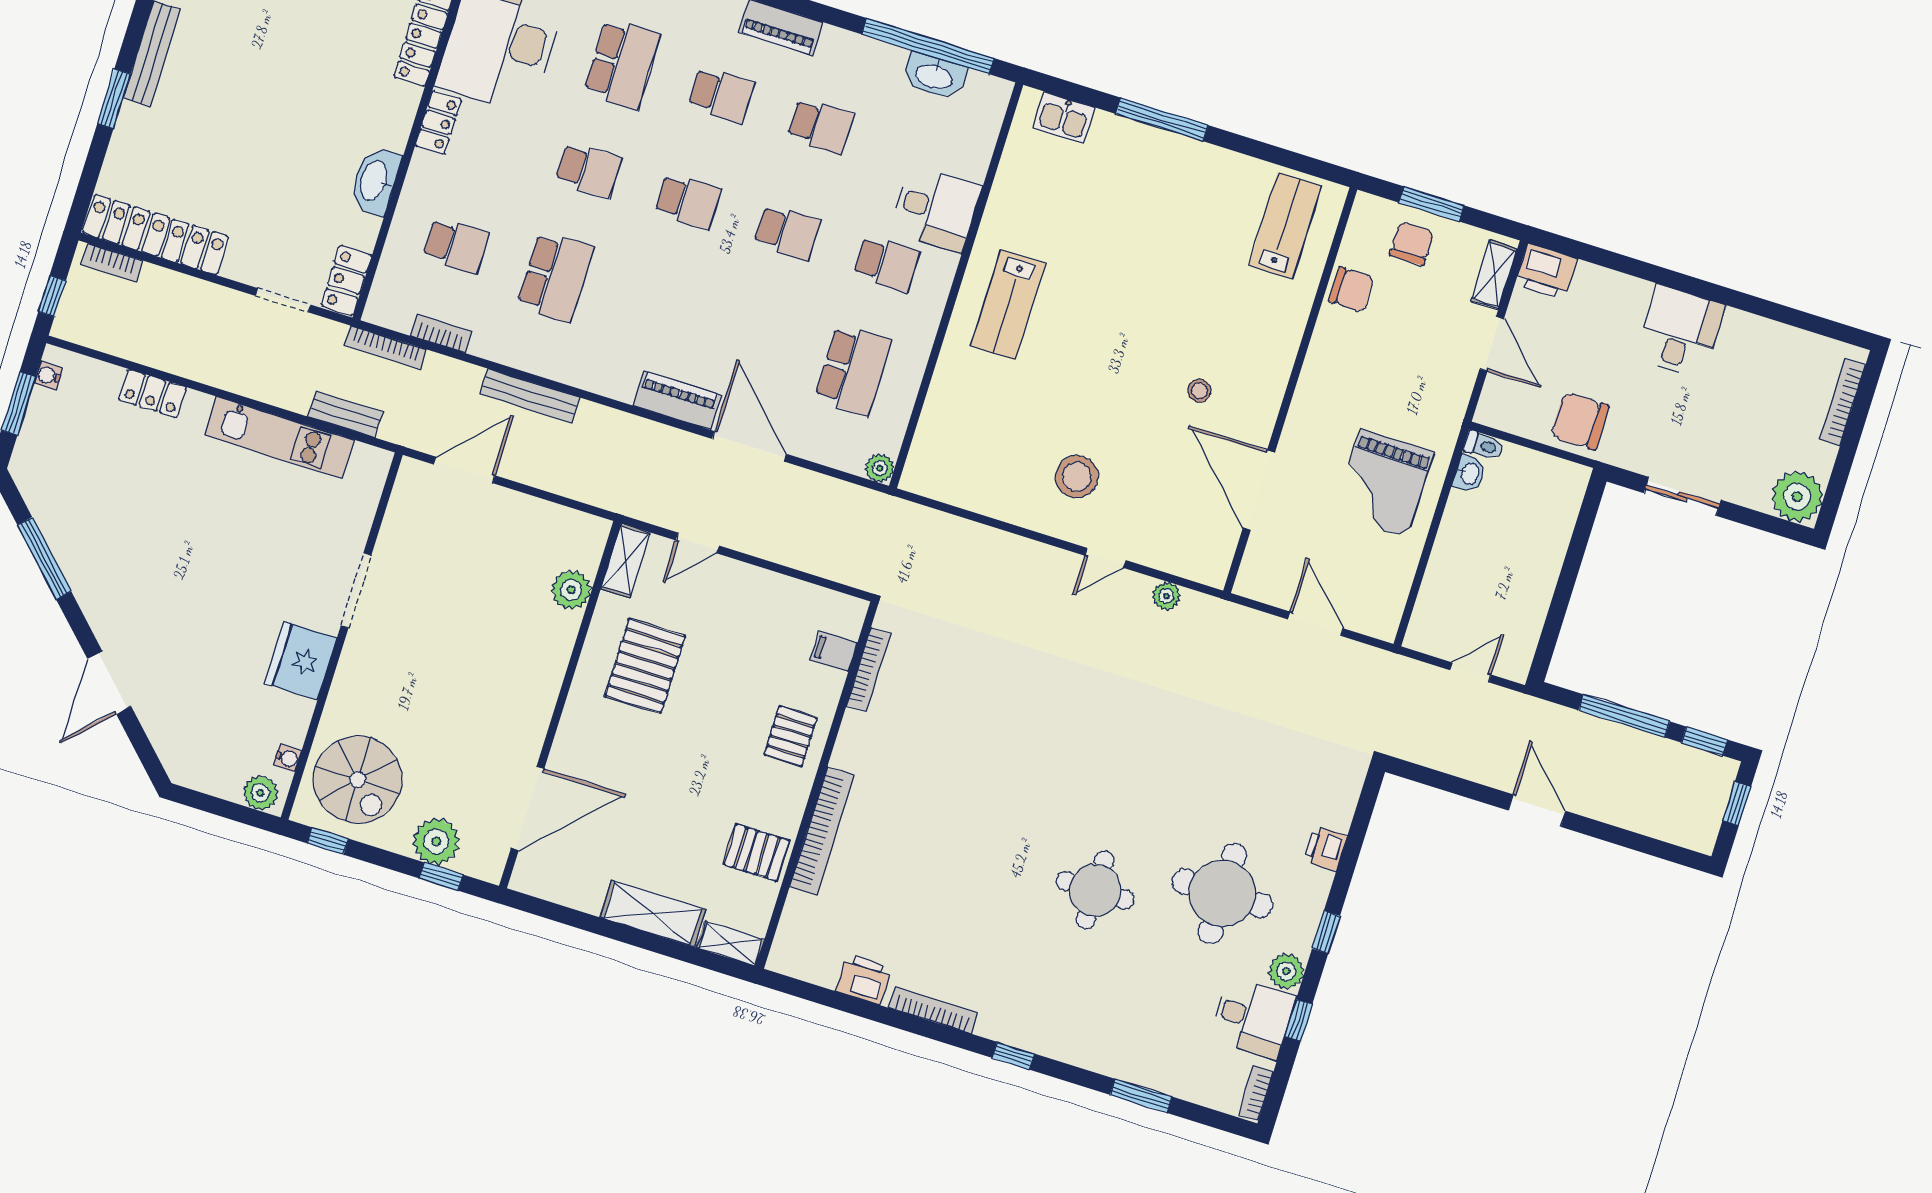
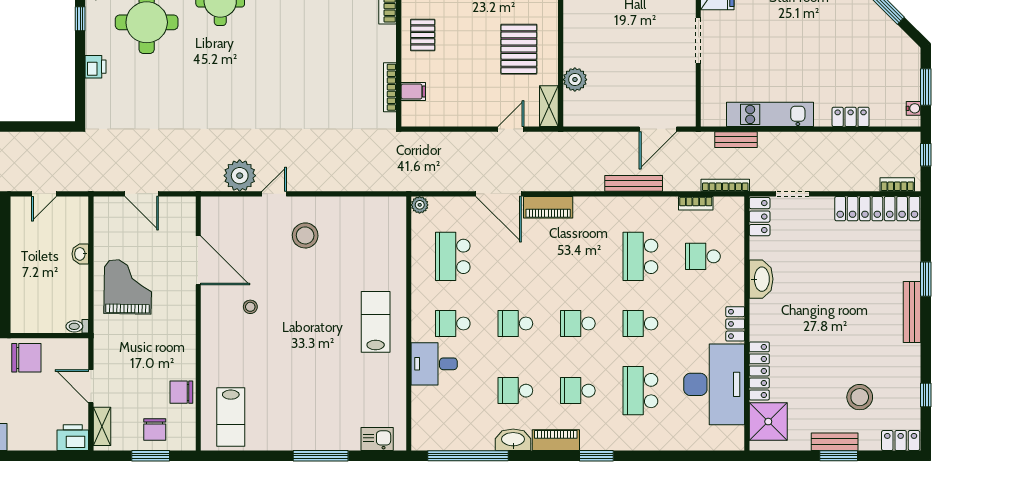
washbasin: (934, 76) -> (513, 440), moved
washbasin: (1469, 474) -> (80, 254), moved
plant: (1166, 596) -> (240, 176), width x1.88, depth x1.88

